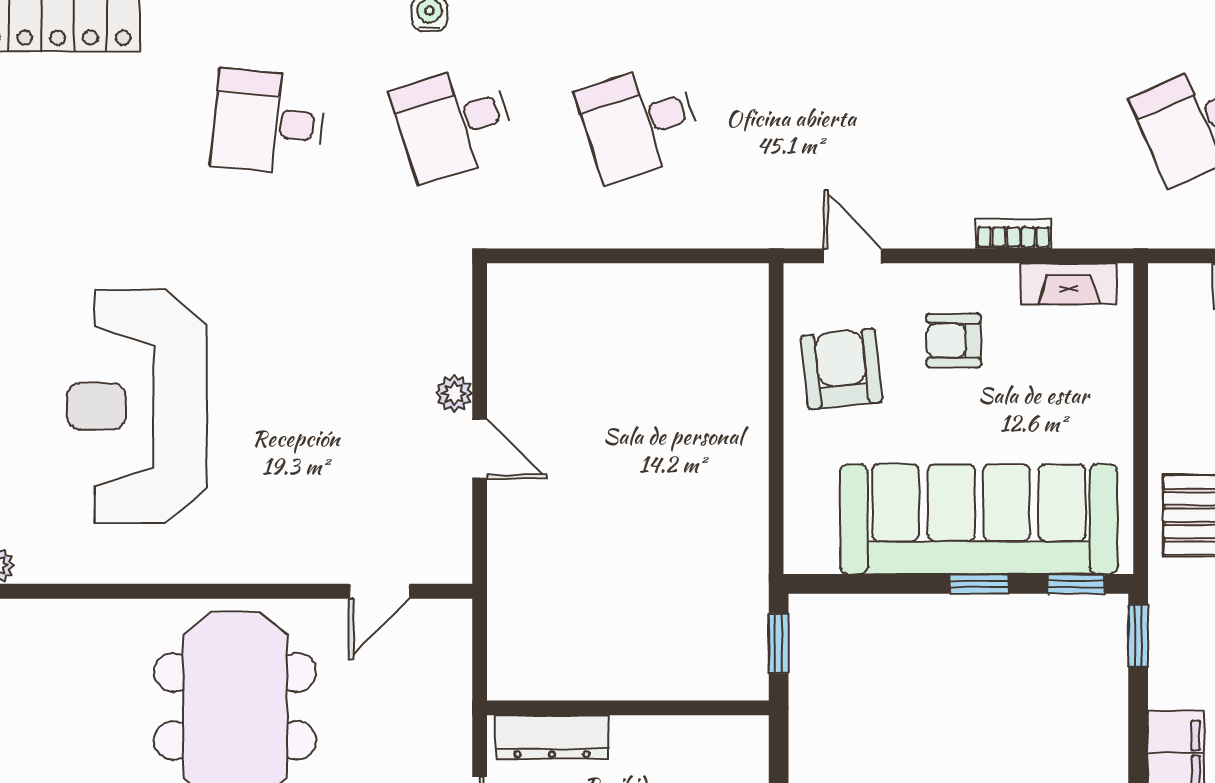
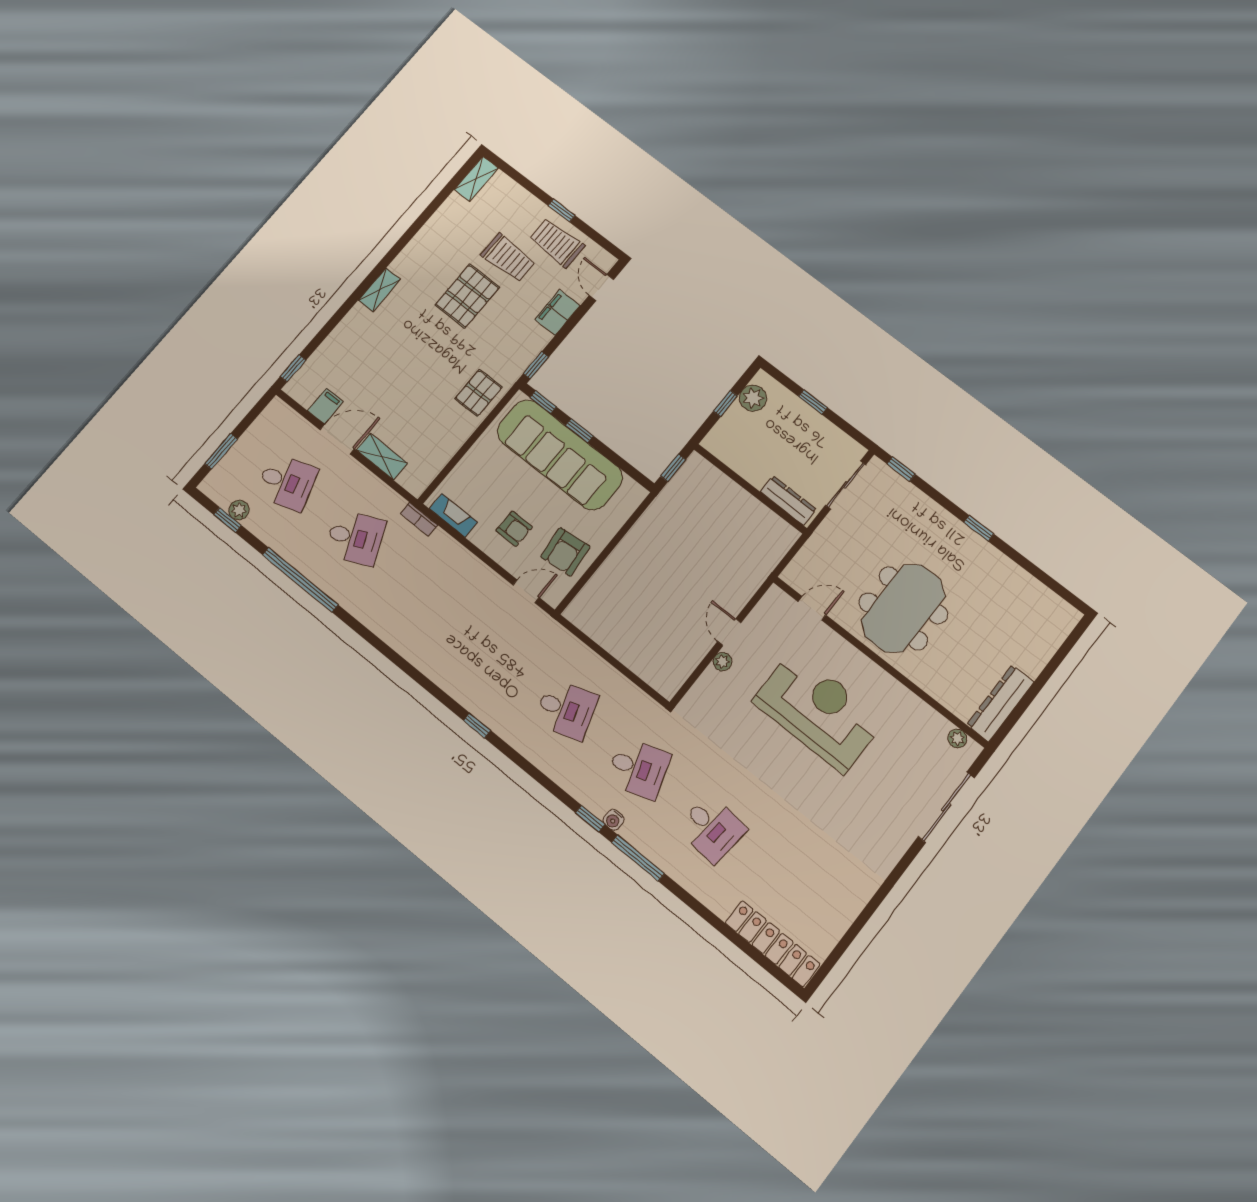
bookcase: (1013, 233) -> (419, 519), moved
door: (853, 256) -> (526, 591), swing flipped
reception desk: (137, 406) -> (818, 711), moved, turned -90

